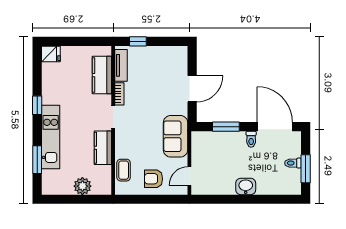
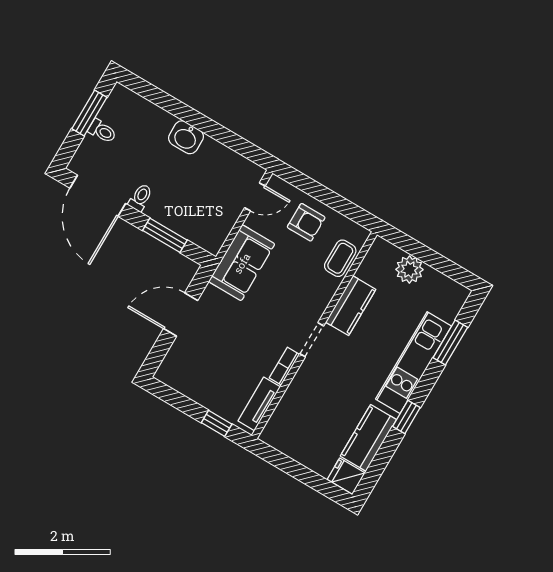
kitchen counter: (102, 75) -> (368, 438), moved, turned 180

